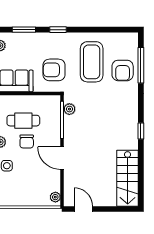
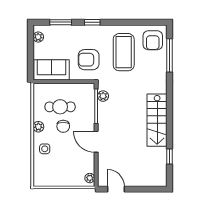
armchair: (123, 70) -> (153, 40), moved
window: (141, 131) -> (169, 156), moved
stairs: (128, 178) -> (157, 120), moved

